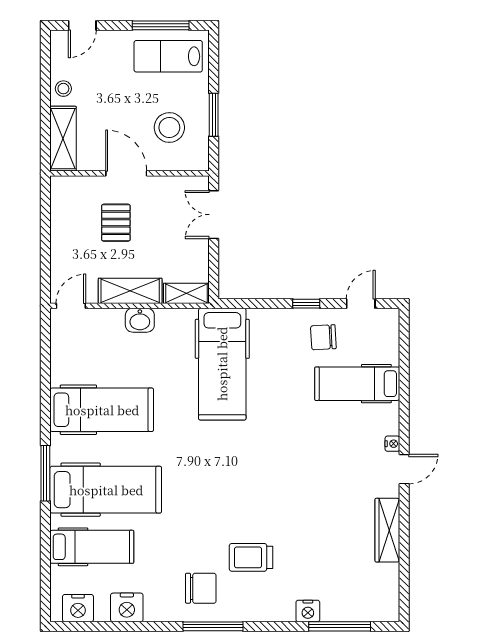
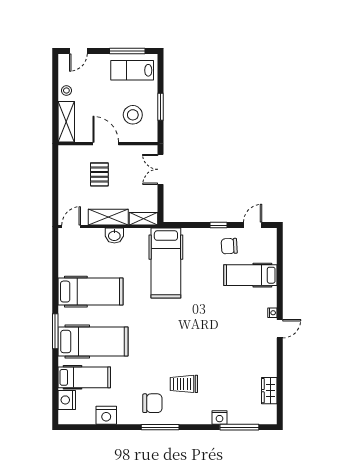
wardrobe: (387, 530) -> (269, 391), moved, width x0.67
nightstand: (78, 608) -> (67, 400), moved, turned 90

